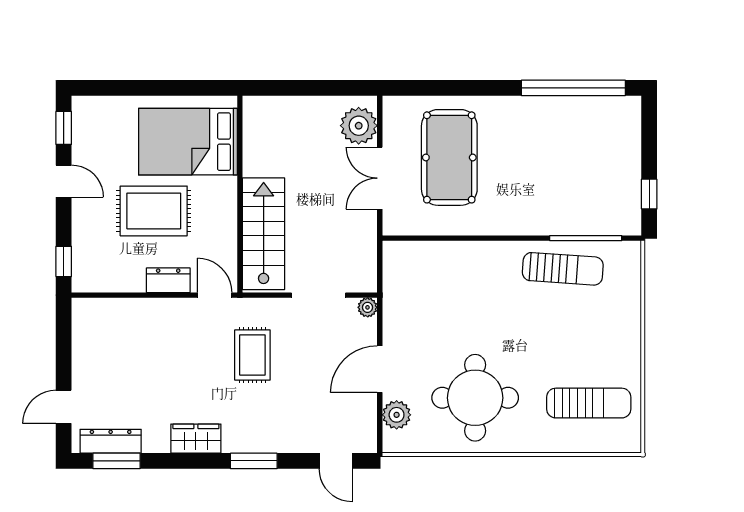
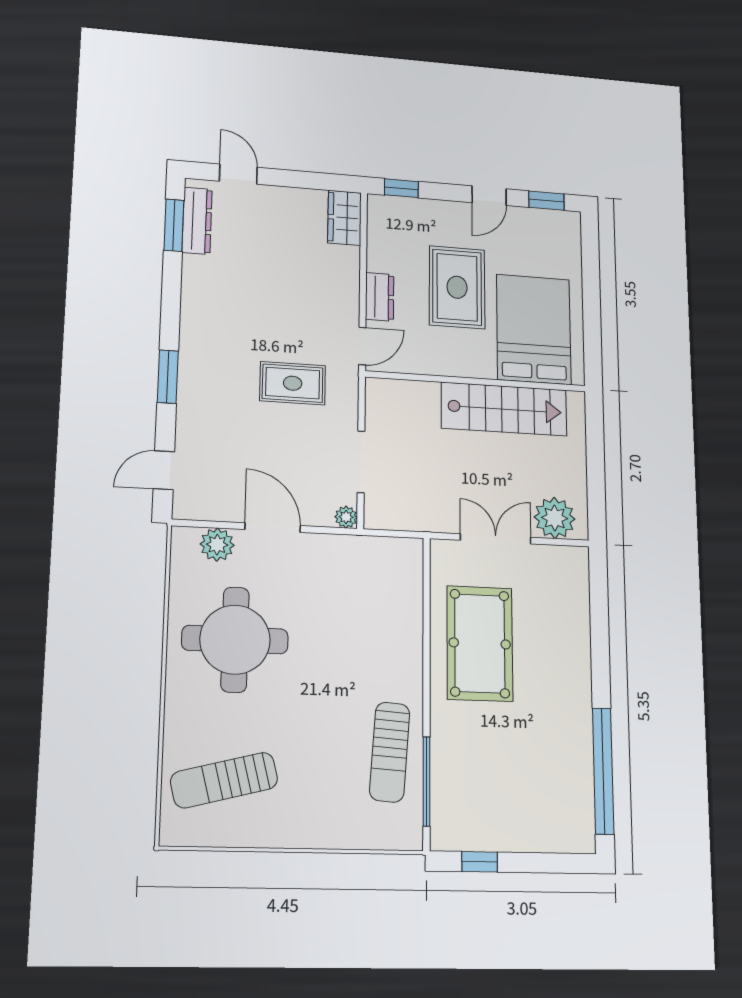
pool table: (449, 157) -> (480, 643), moved, turned 90
stairs: (264, 234) -> (504, 409), moved
sun lounger: (589, 403) -> (224, 780), turned 76
wardrobe: (196, 439) -> (344, 218), moved, turned 180

